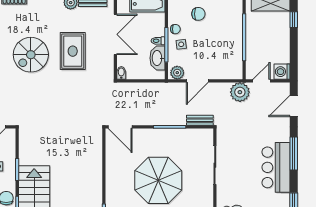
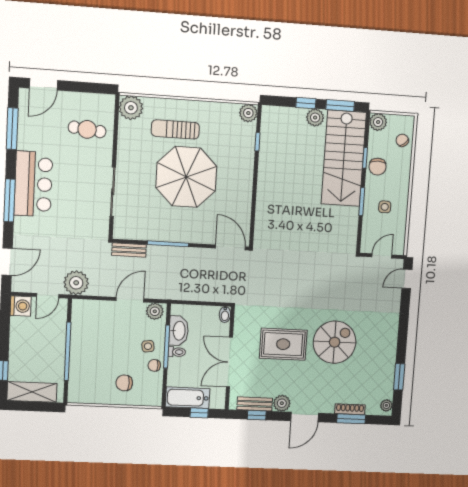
rug: (73, 51) -> (283, 344), turned 90

